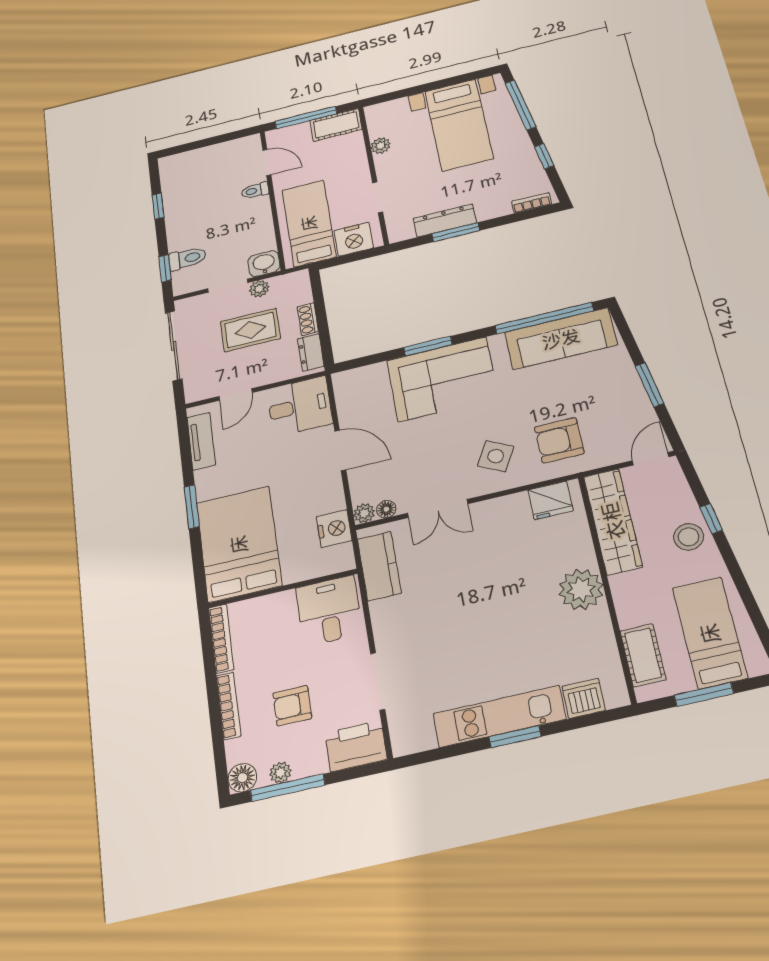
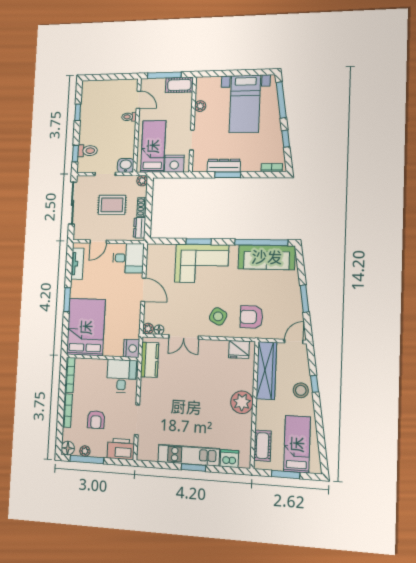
plant: (259, 289) -> (142, 181), moved
nightstand: (334, 529) -> (131, 348), moved
armchair: (292, 706) -> (96, 420), turned -90

